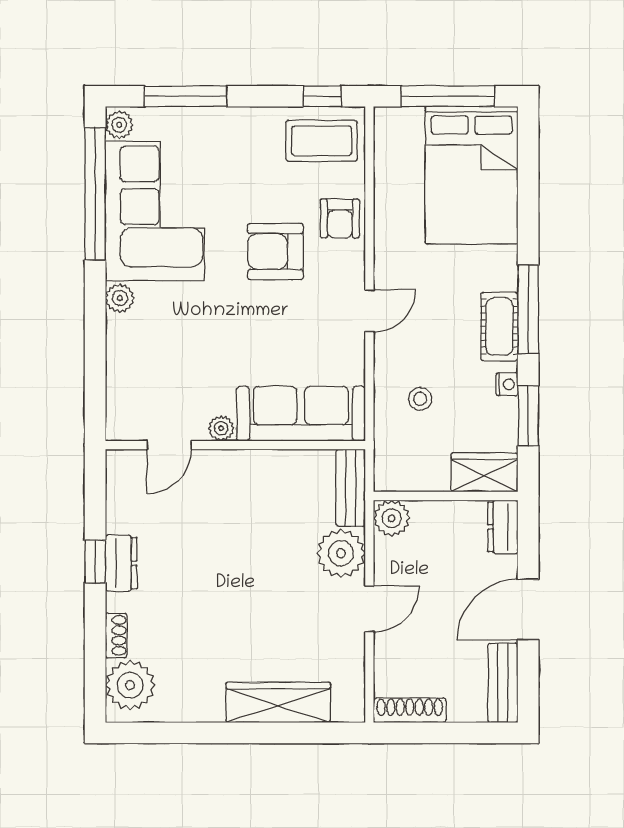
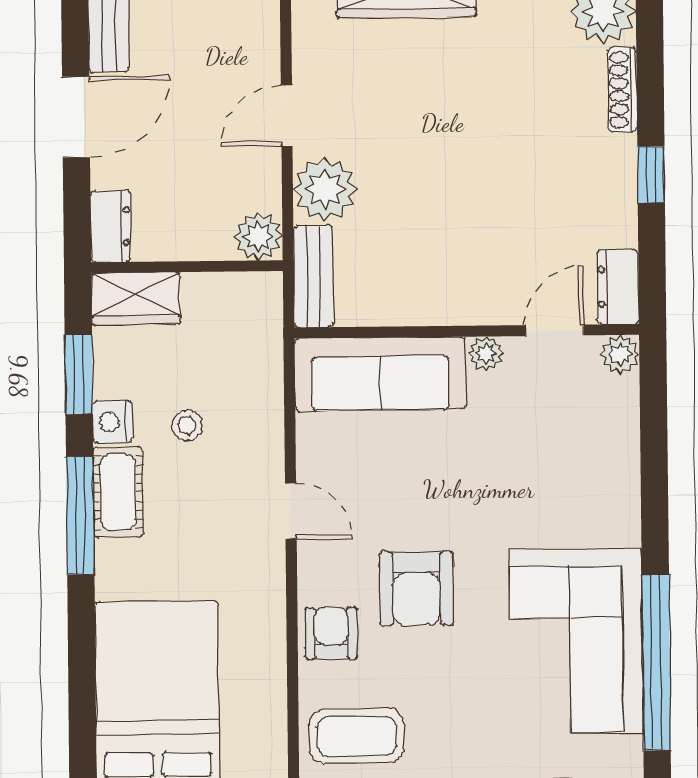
plant: (119, 125) -> (625, 755), removed
armchair: (275, 252) -> (416, 589), turned 90
plant: (120, 298) -> (620, 354), moved
door: (369, 311) -> (291, 511), swing flipped
nightstand: (507, 384) -> (112, 422), width x1.39, depth x1.35
stool: (420, 399) -> (187, 425), moved
dresser: (121, 563) -> (618, 287), moved
shoe rack: (116, 635) -> (622, 90), width x1.43

